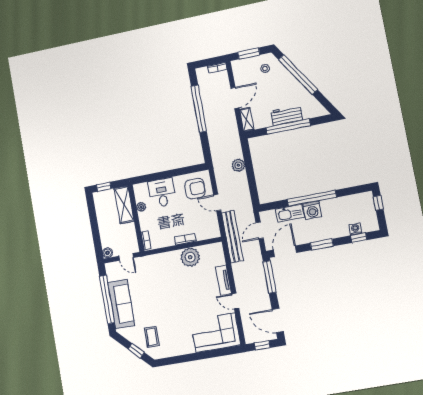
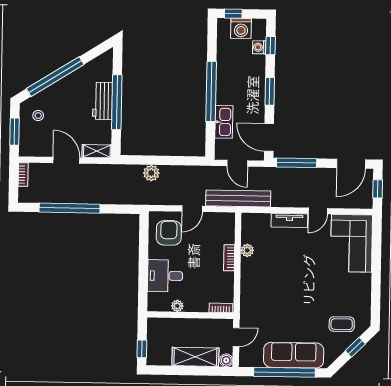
shelving: (124, 205) -> (195, 357), moved
washing machine: (312, 210) -> (241, 28), moved, turned 90
plant: (190, 257) -> (247, 250), width x0.53, depth x0.53

